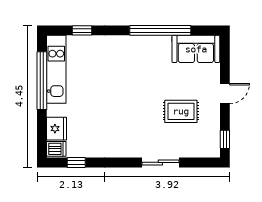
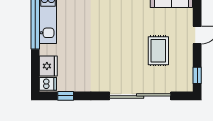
rug: (181, 111) -> (158, 51), turned 90
sliding door: (160, 162) -> (140, 96), width x1.86

